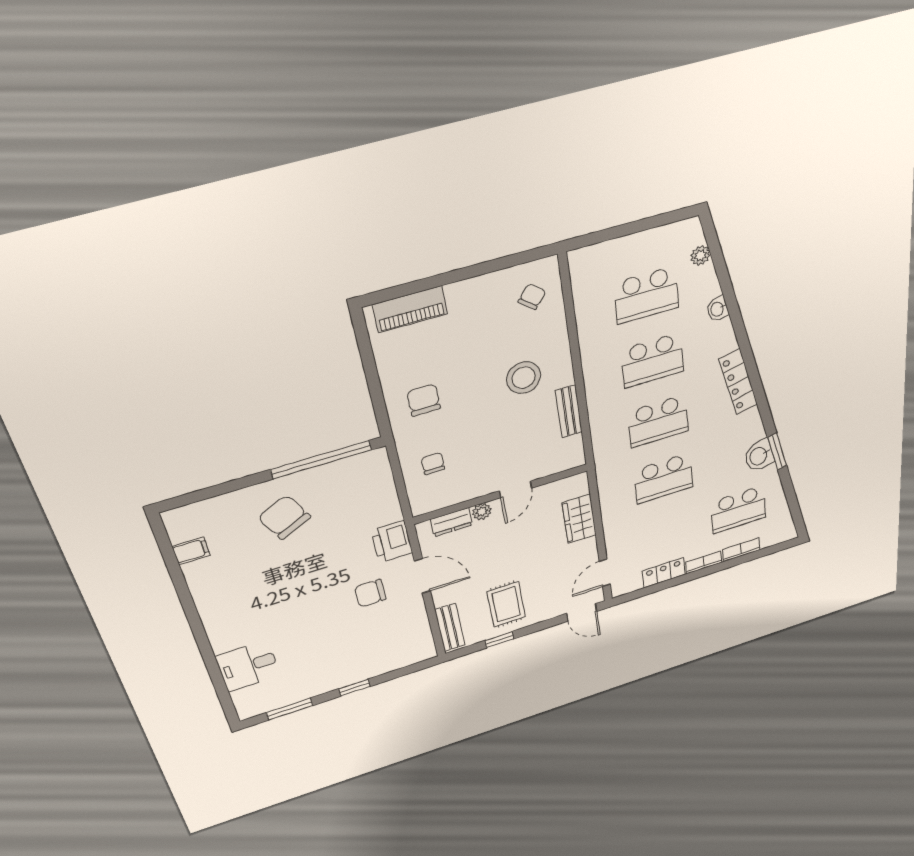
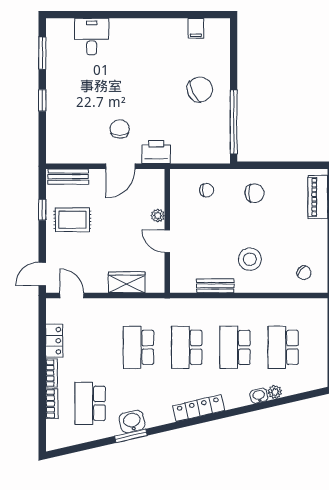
plant: (700, 256) -> (275, 392), moved
dresser: (451, 522) -> (157, 194), removed

